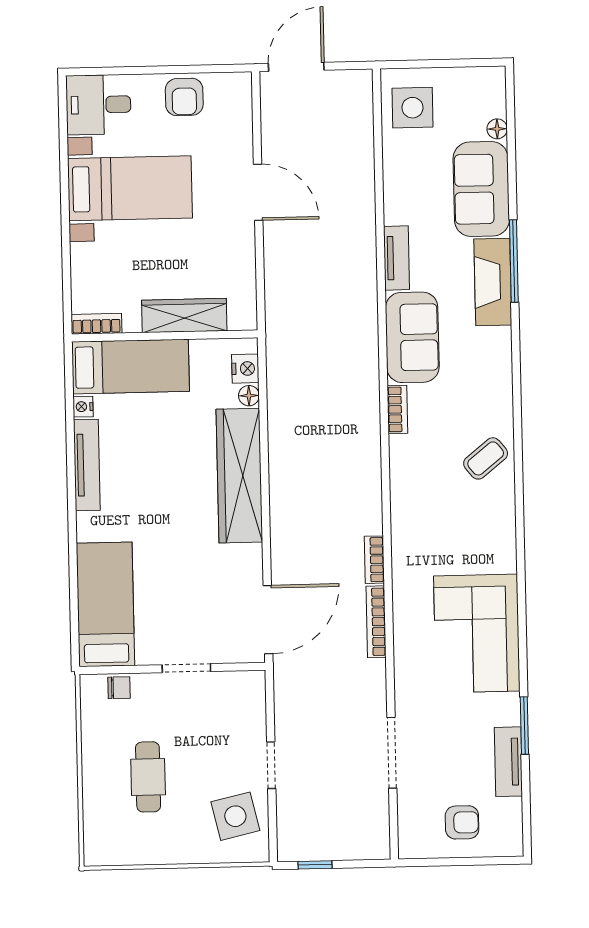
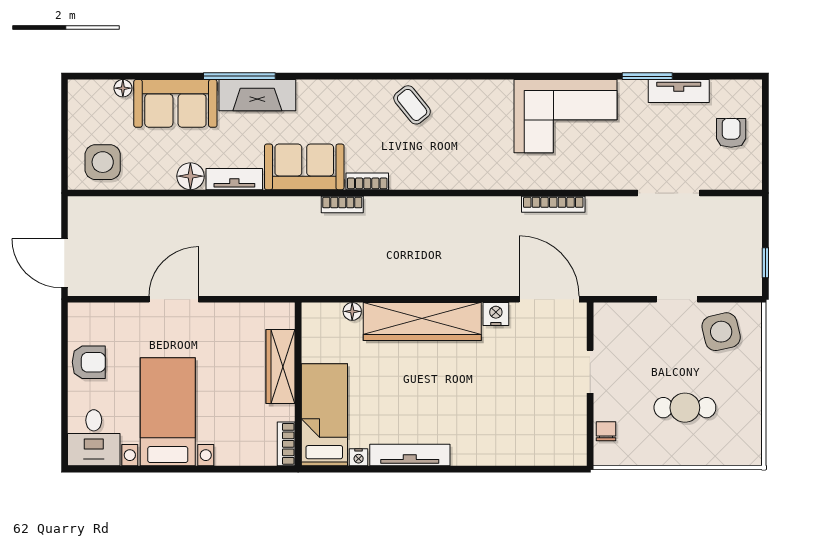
floor lamp: (399, 208) -> (190, 176), added
nightstand: (245, 369) -> (496, 314), moved
bookcase: (374, 560) -> (342, 205), moved
bed: (105, 604) -> (533, 441), removed

